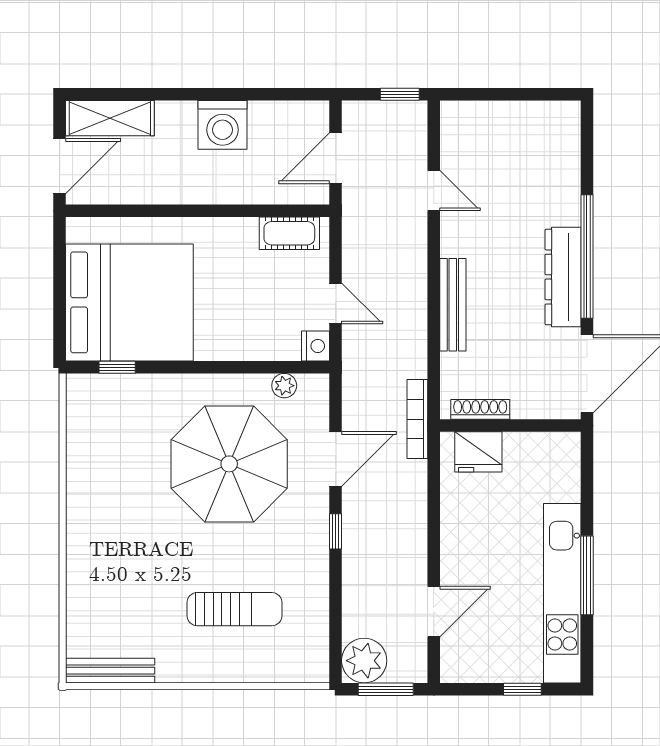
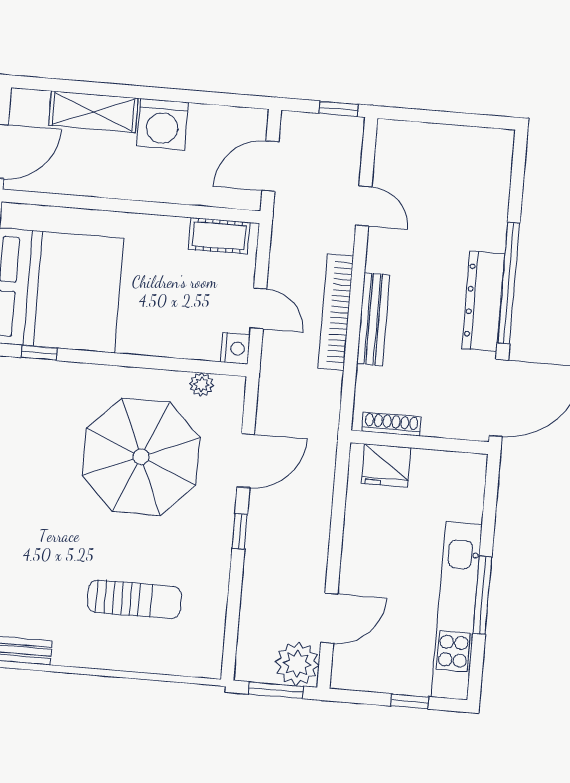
shelving: (110, 118) -> (93, 112), moved
bookcase: (417, 419) -> (336, 312), moved, width x1.48, depth x1.31
plant: (364, 661) -> (297, 664), moved

